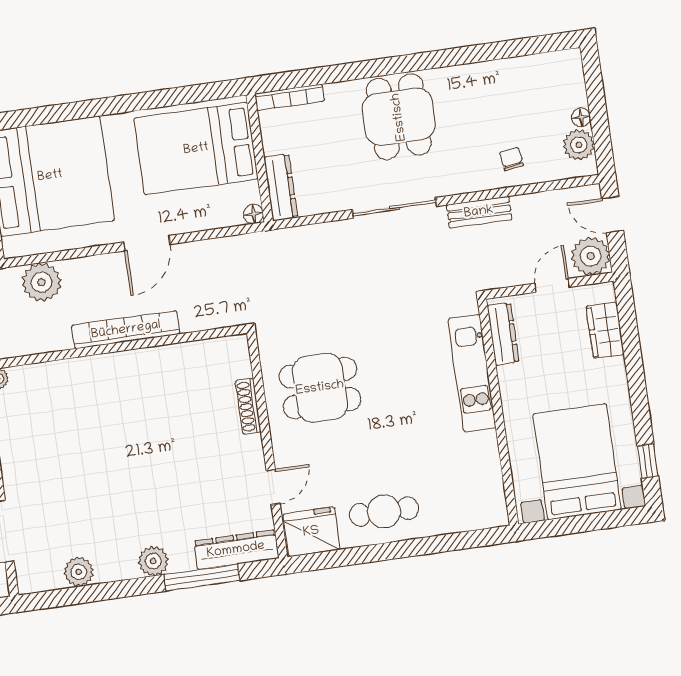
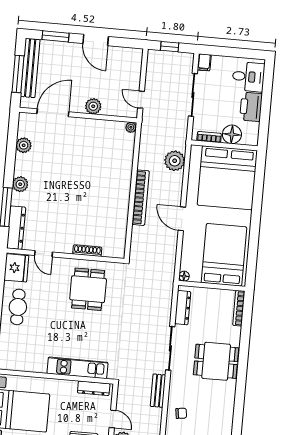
dresser: (281, 187) -> (183, 308), moved, turned -90

